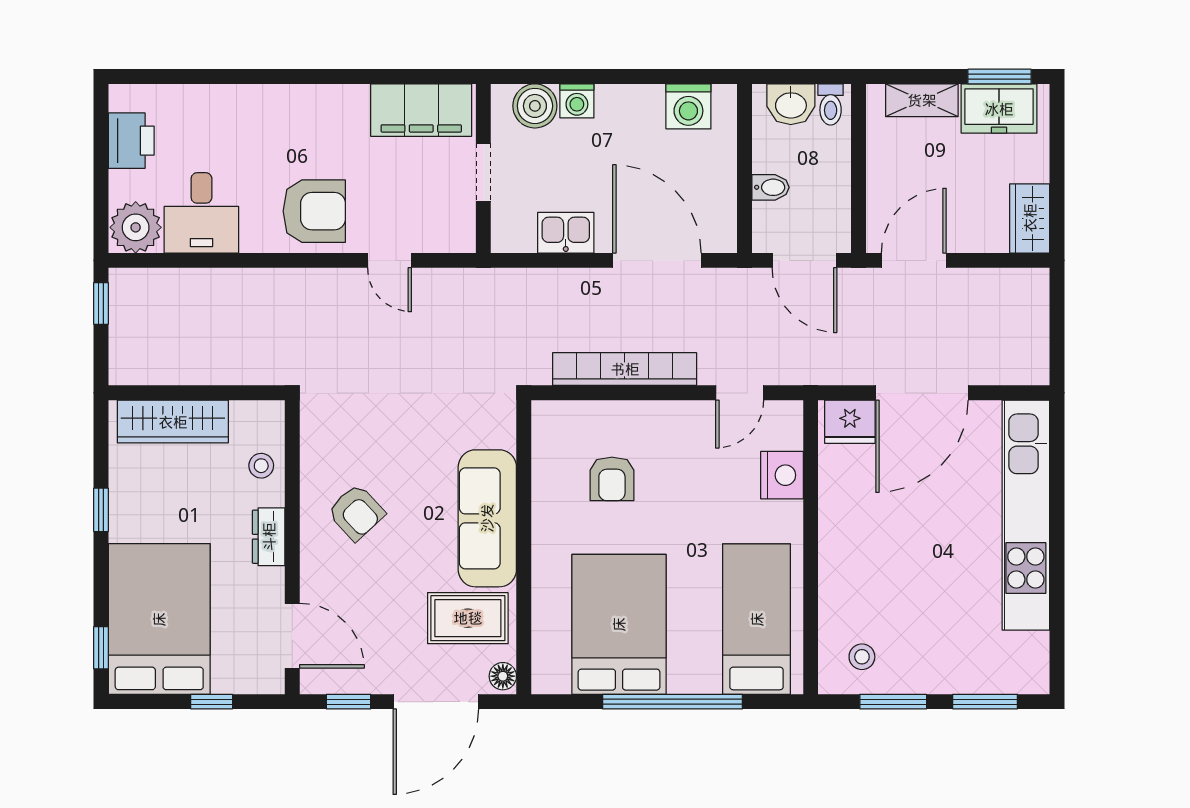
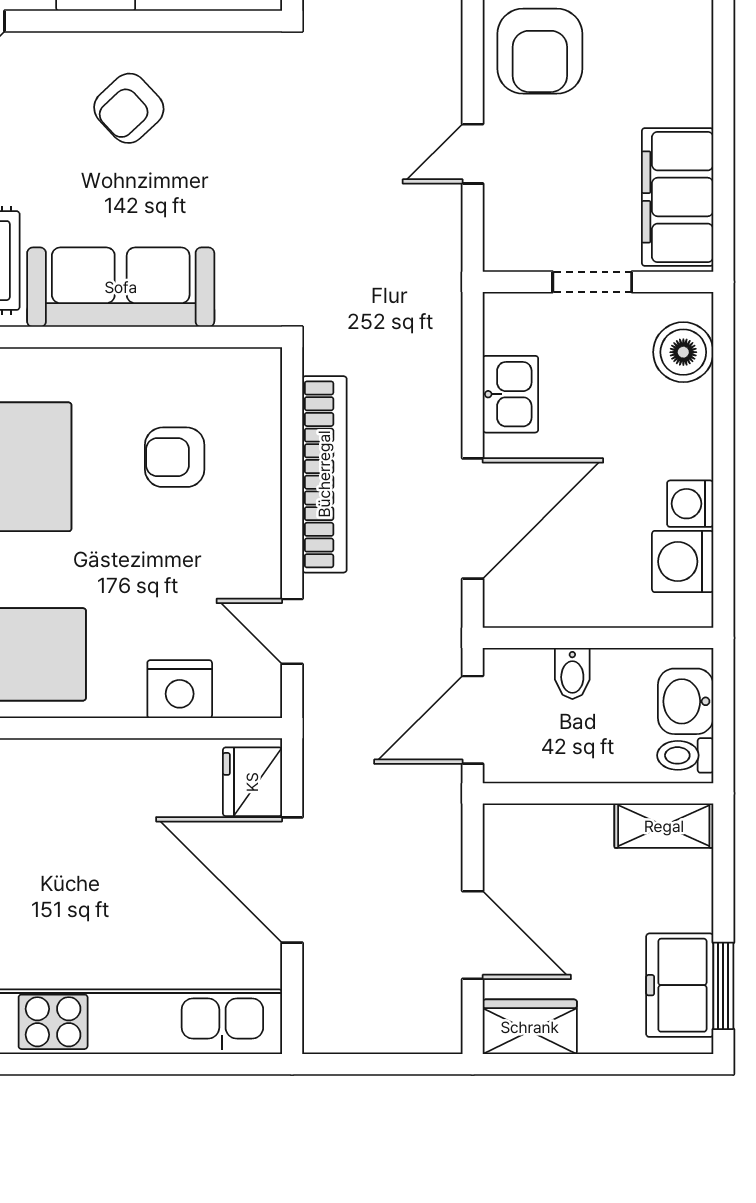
shelving: (922, 100) -> (664, 826), moved, turned 90
washing machine: (577, 101) -> (690, 504), moved
door: (914, 260) -> (473, 935), moved

